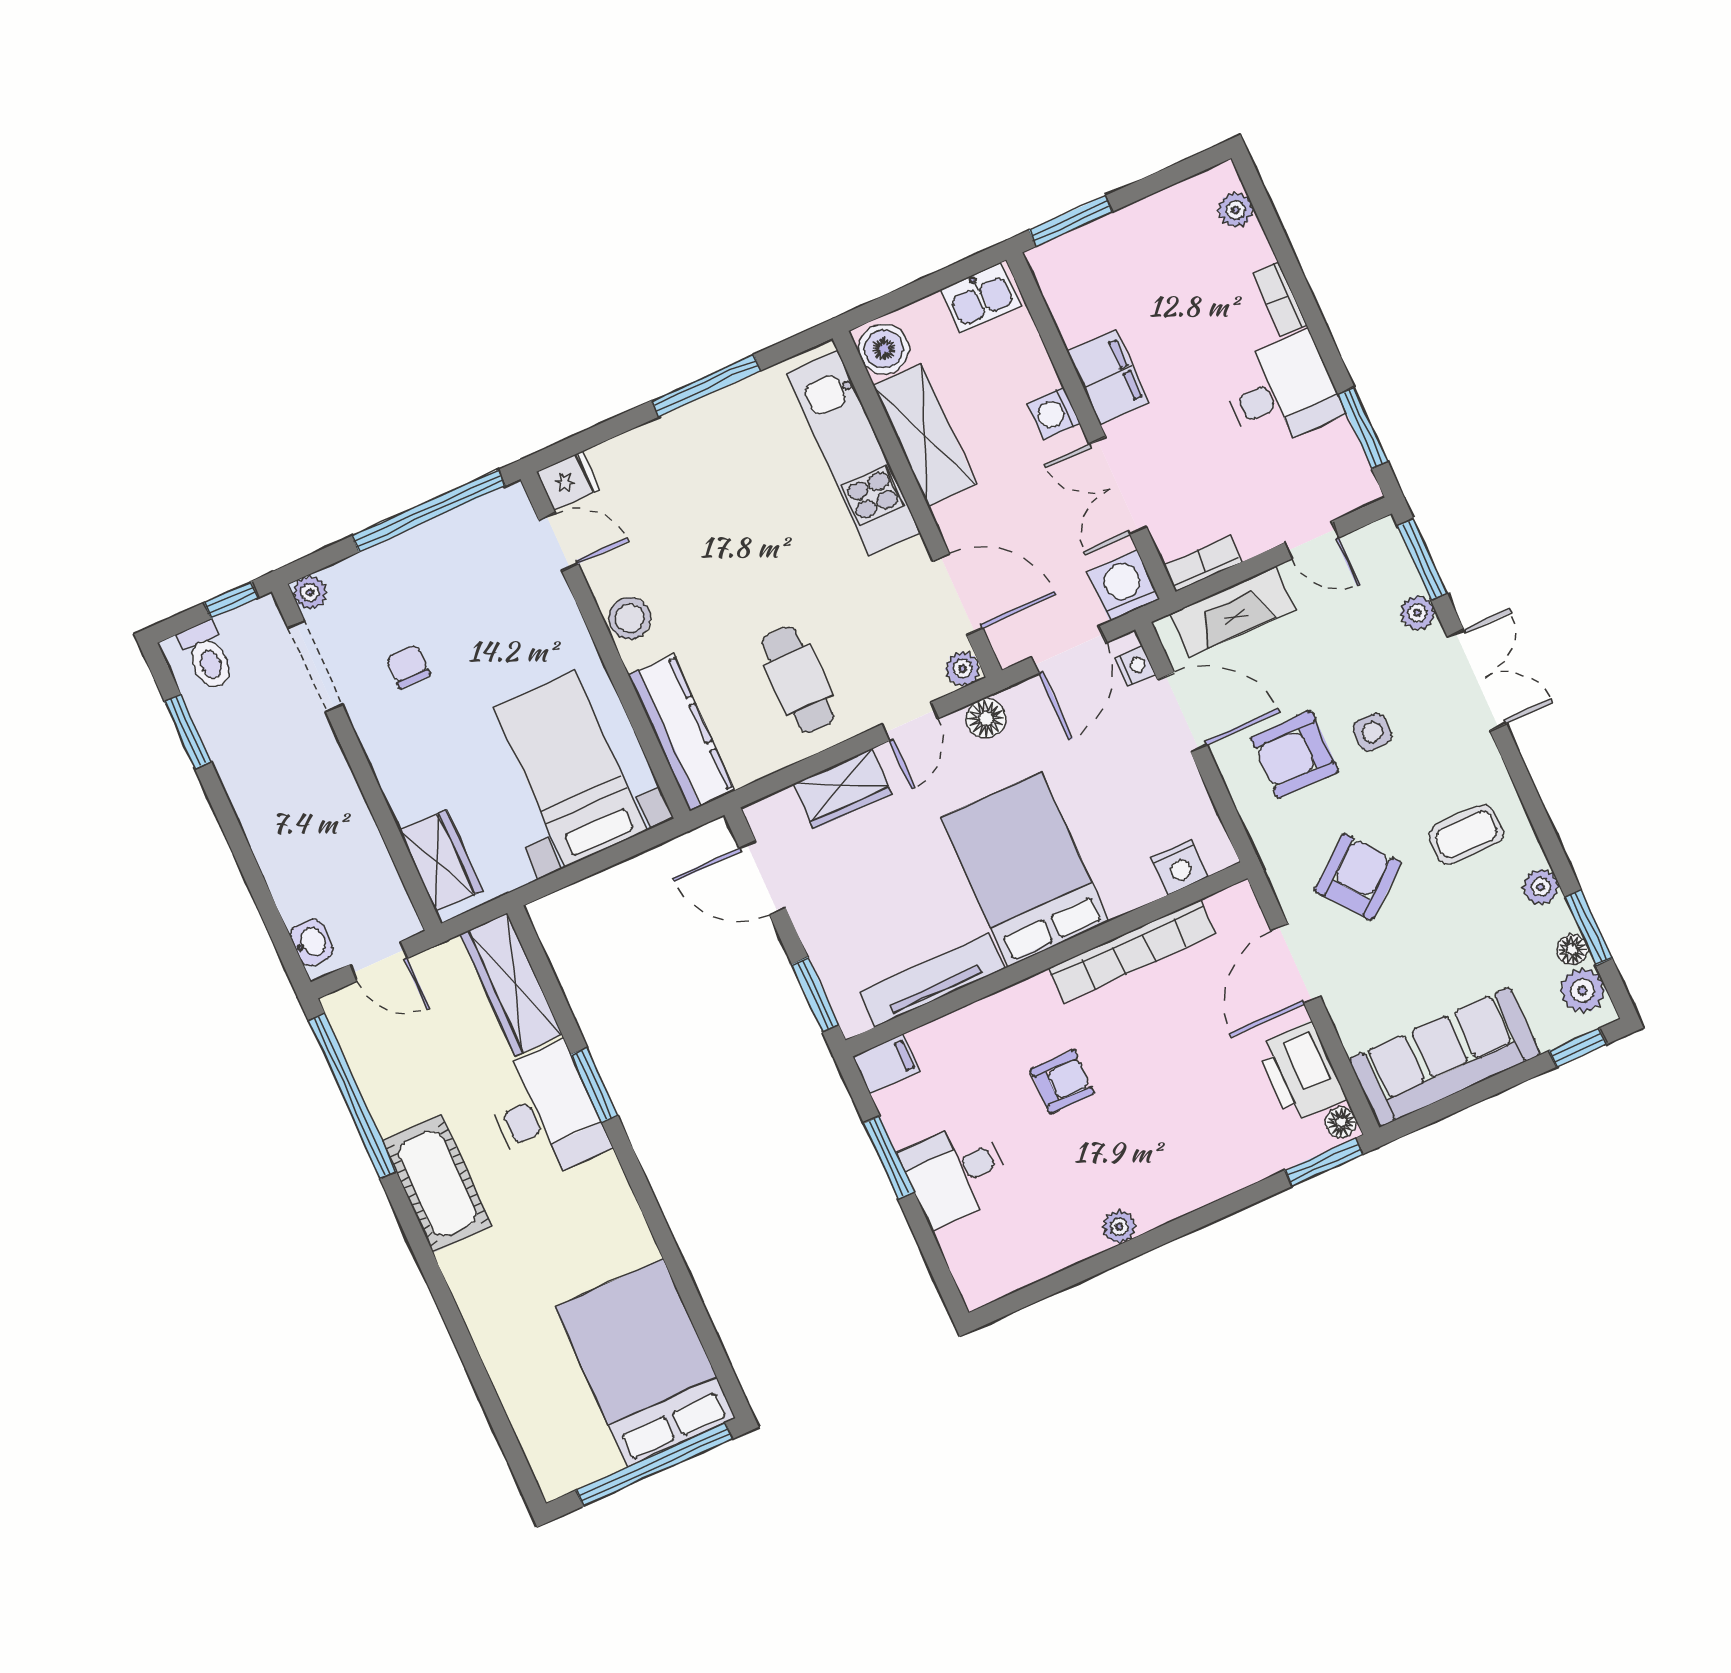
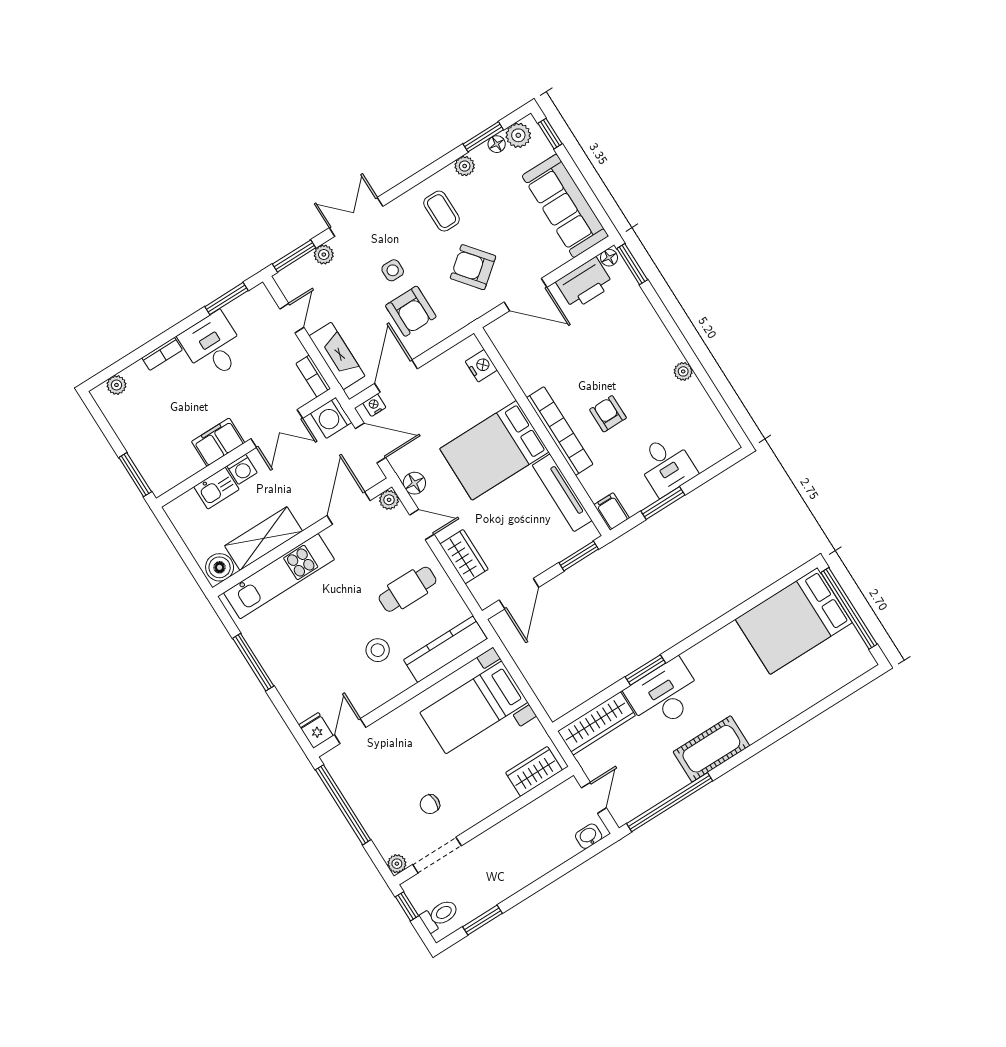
kitchen sink: (981, 298) -> (216, 488), moved, turned 90
stool: (630, 618) -> (378, 650), moved
bookcase: (1132, 951) -> (560, 431), moved

